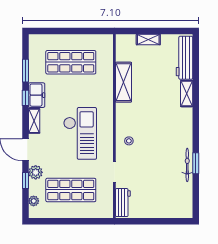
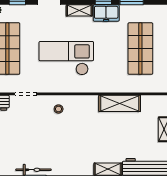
checkout: (80, 133) -> (66, 58), turned 180
plant: (36, 172) -> (26, 12), removed

